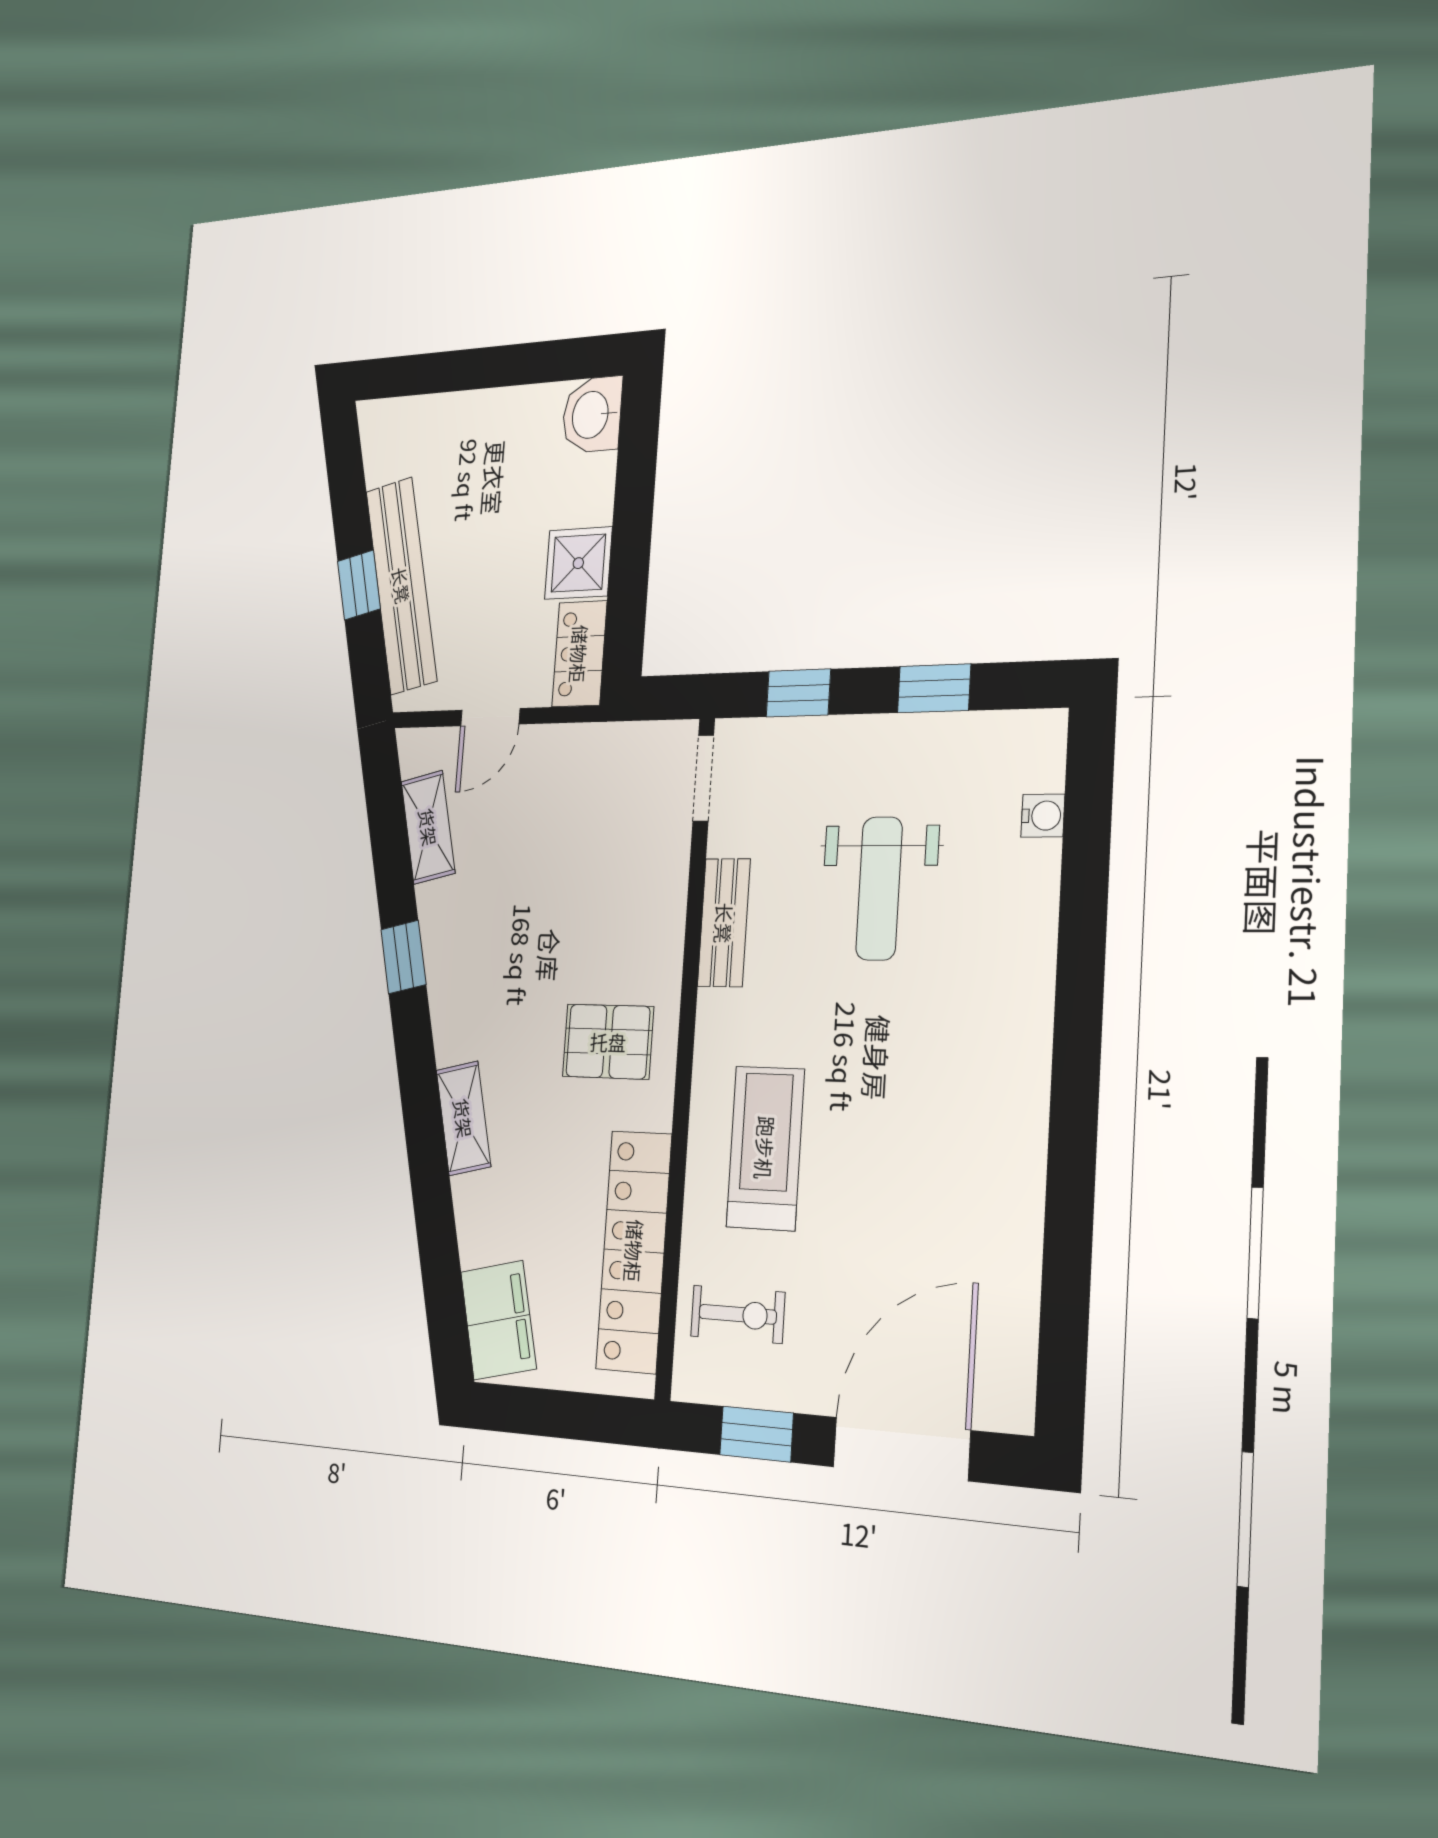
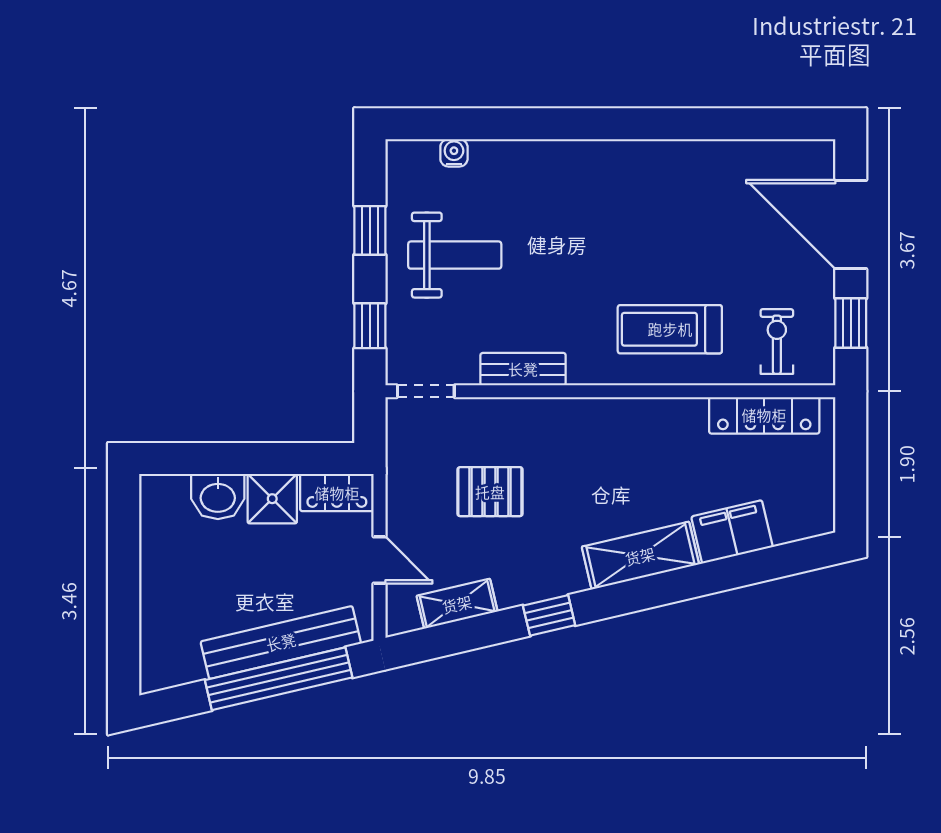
washbasin: (592, 415) -> (218, 497), moved
window: (359, 585) -> (279, 679), width x3.17
weight bench: (879, 888) -> (455, 255), moved
pallet: (608, 1042) -> (490, 492), moved, turned 90
shelving: (463, 1118) -> (640, 556), width x1.50, depth x1.33
locker: (634, 1251) -> (764, 415), width x0.71, depth x0.83
filing cabinet: (498, 1320) -> (732, 532), moved

